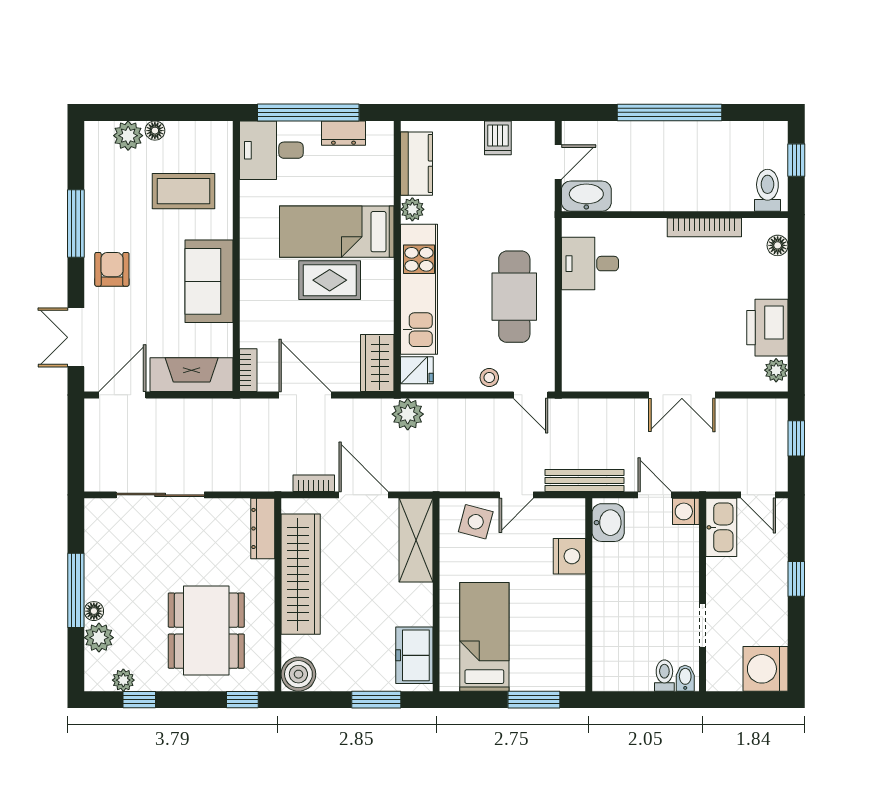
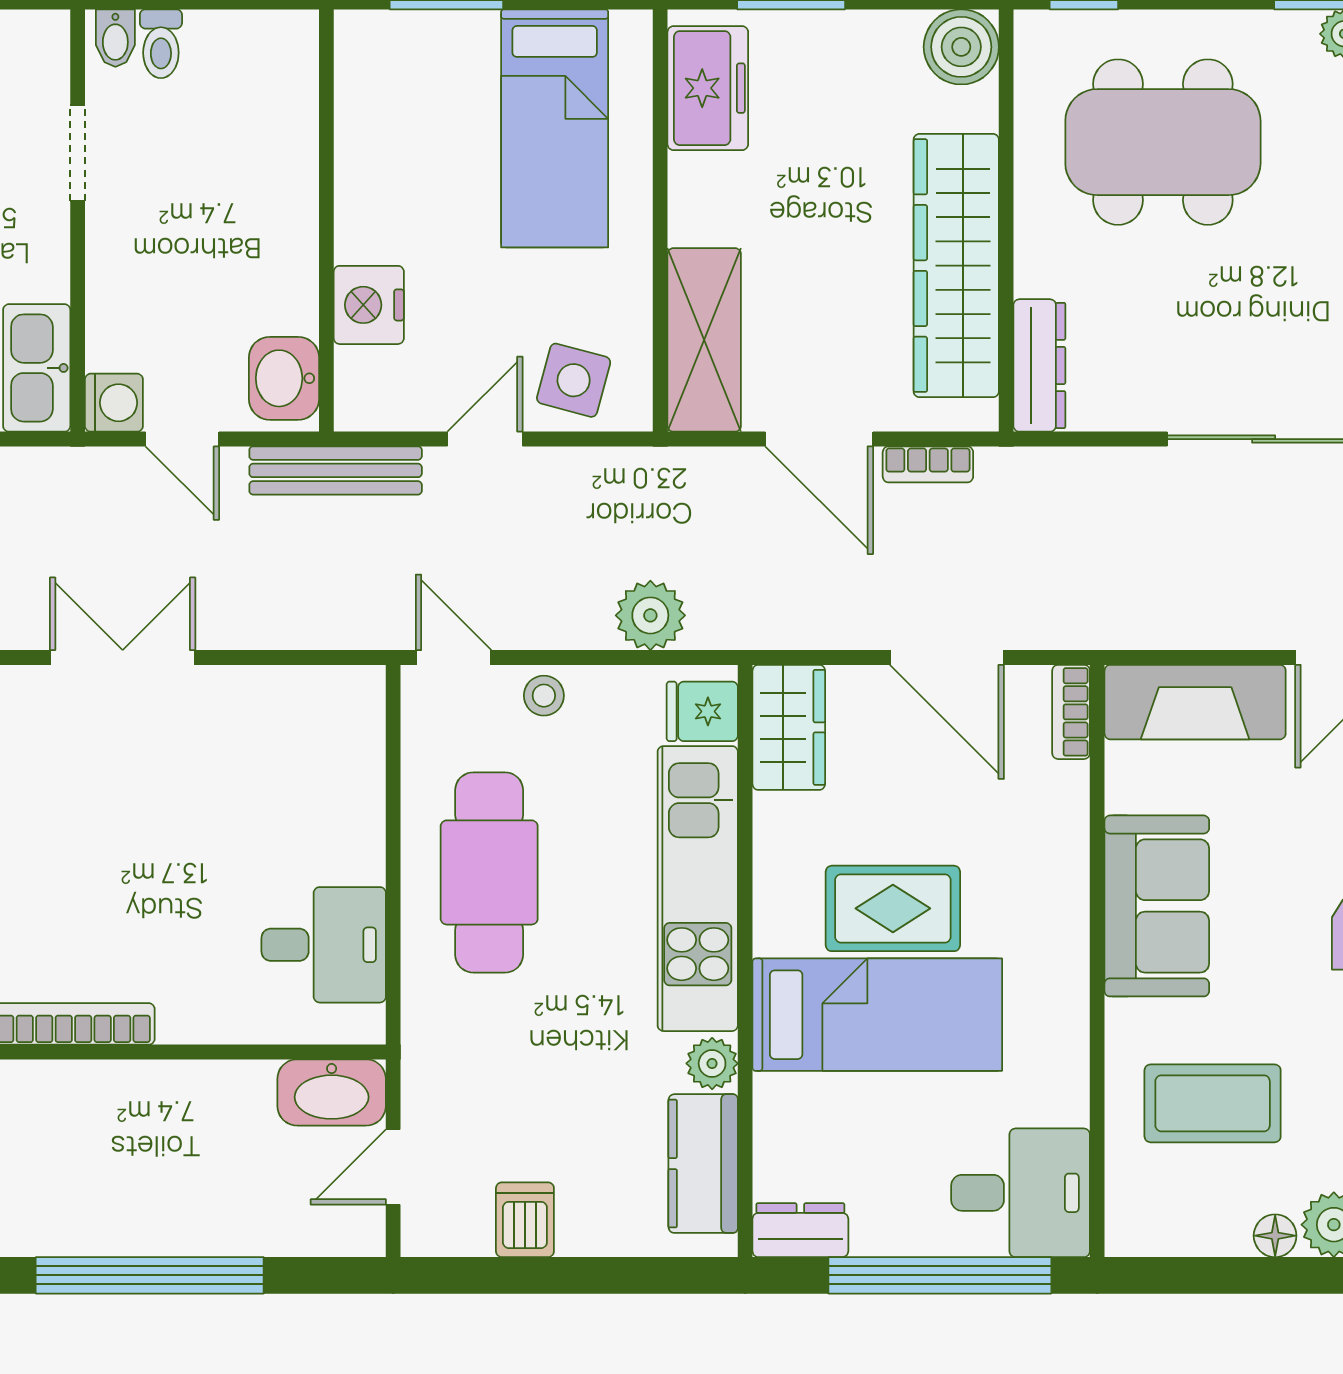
dresser: (344, 133) -> (800, 1230), moved
plant: (408, 414) -> (650, 615), moved
dining table: (206, 631) -> (1163, 142), turned 90

